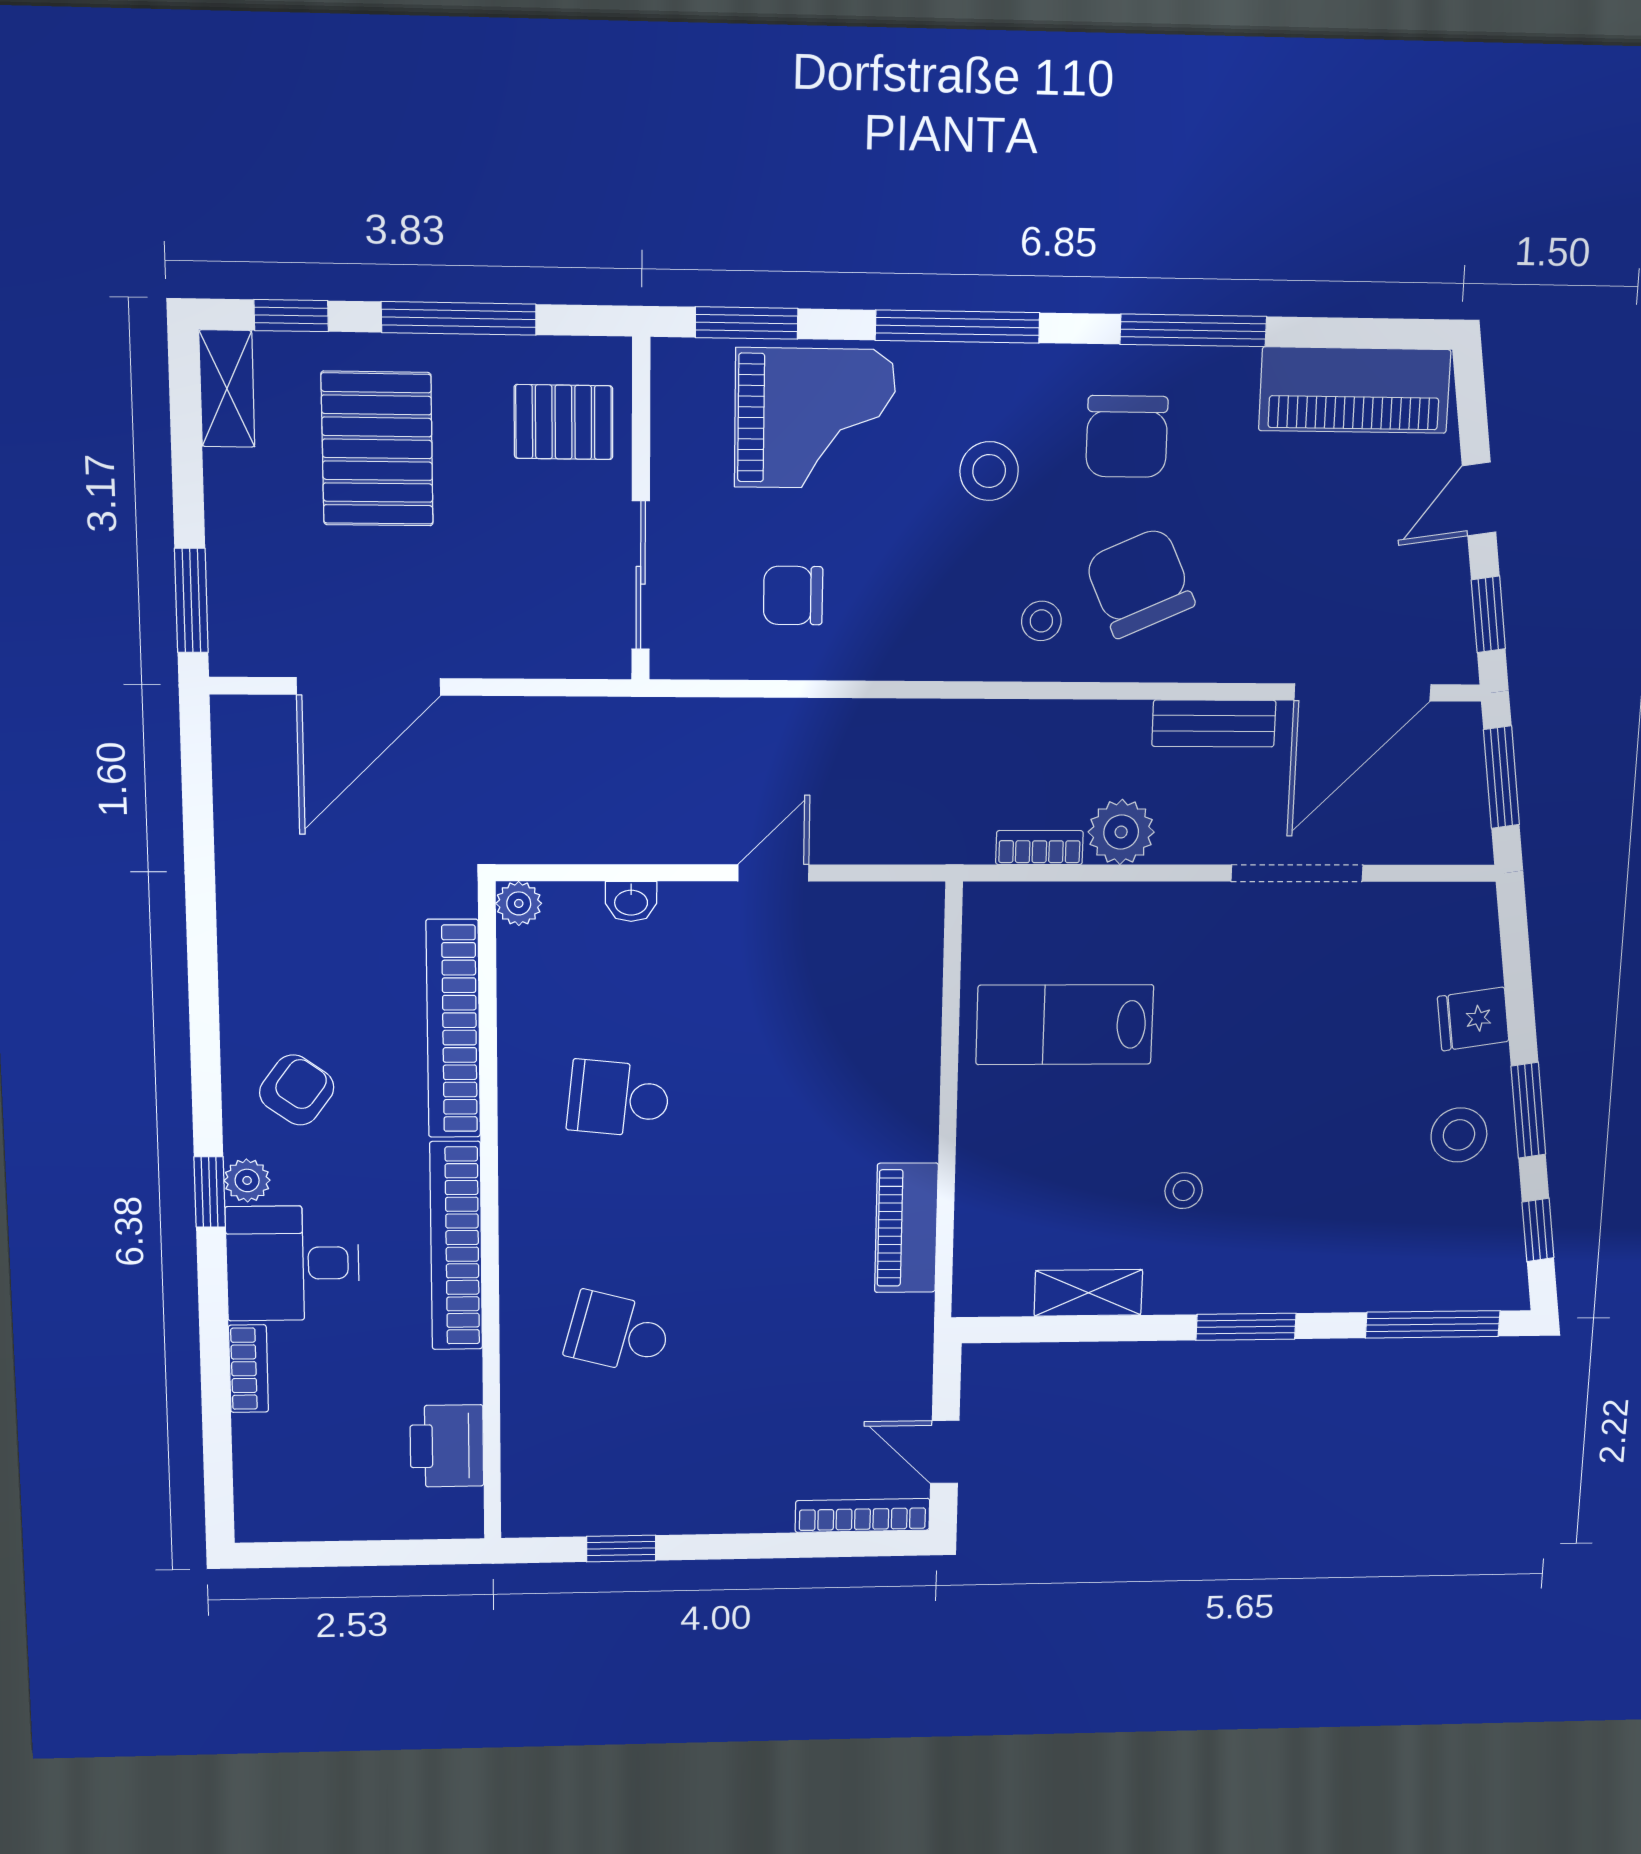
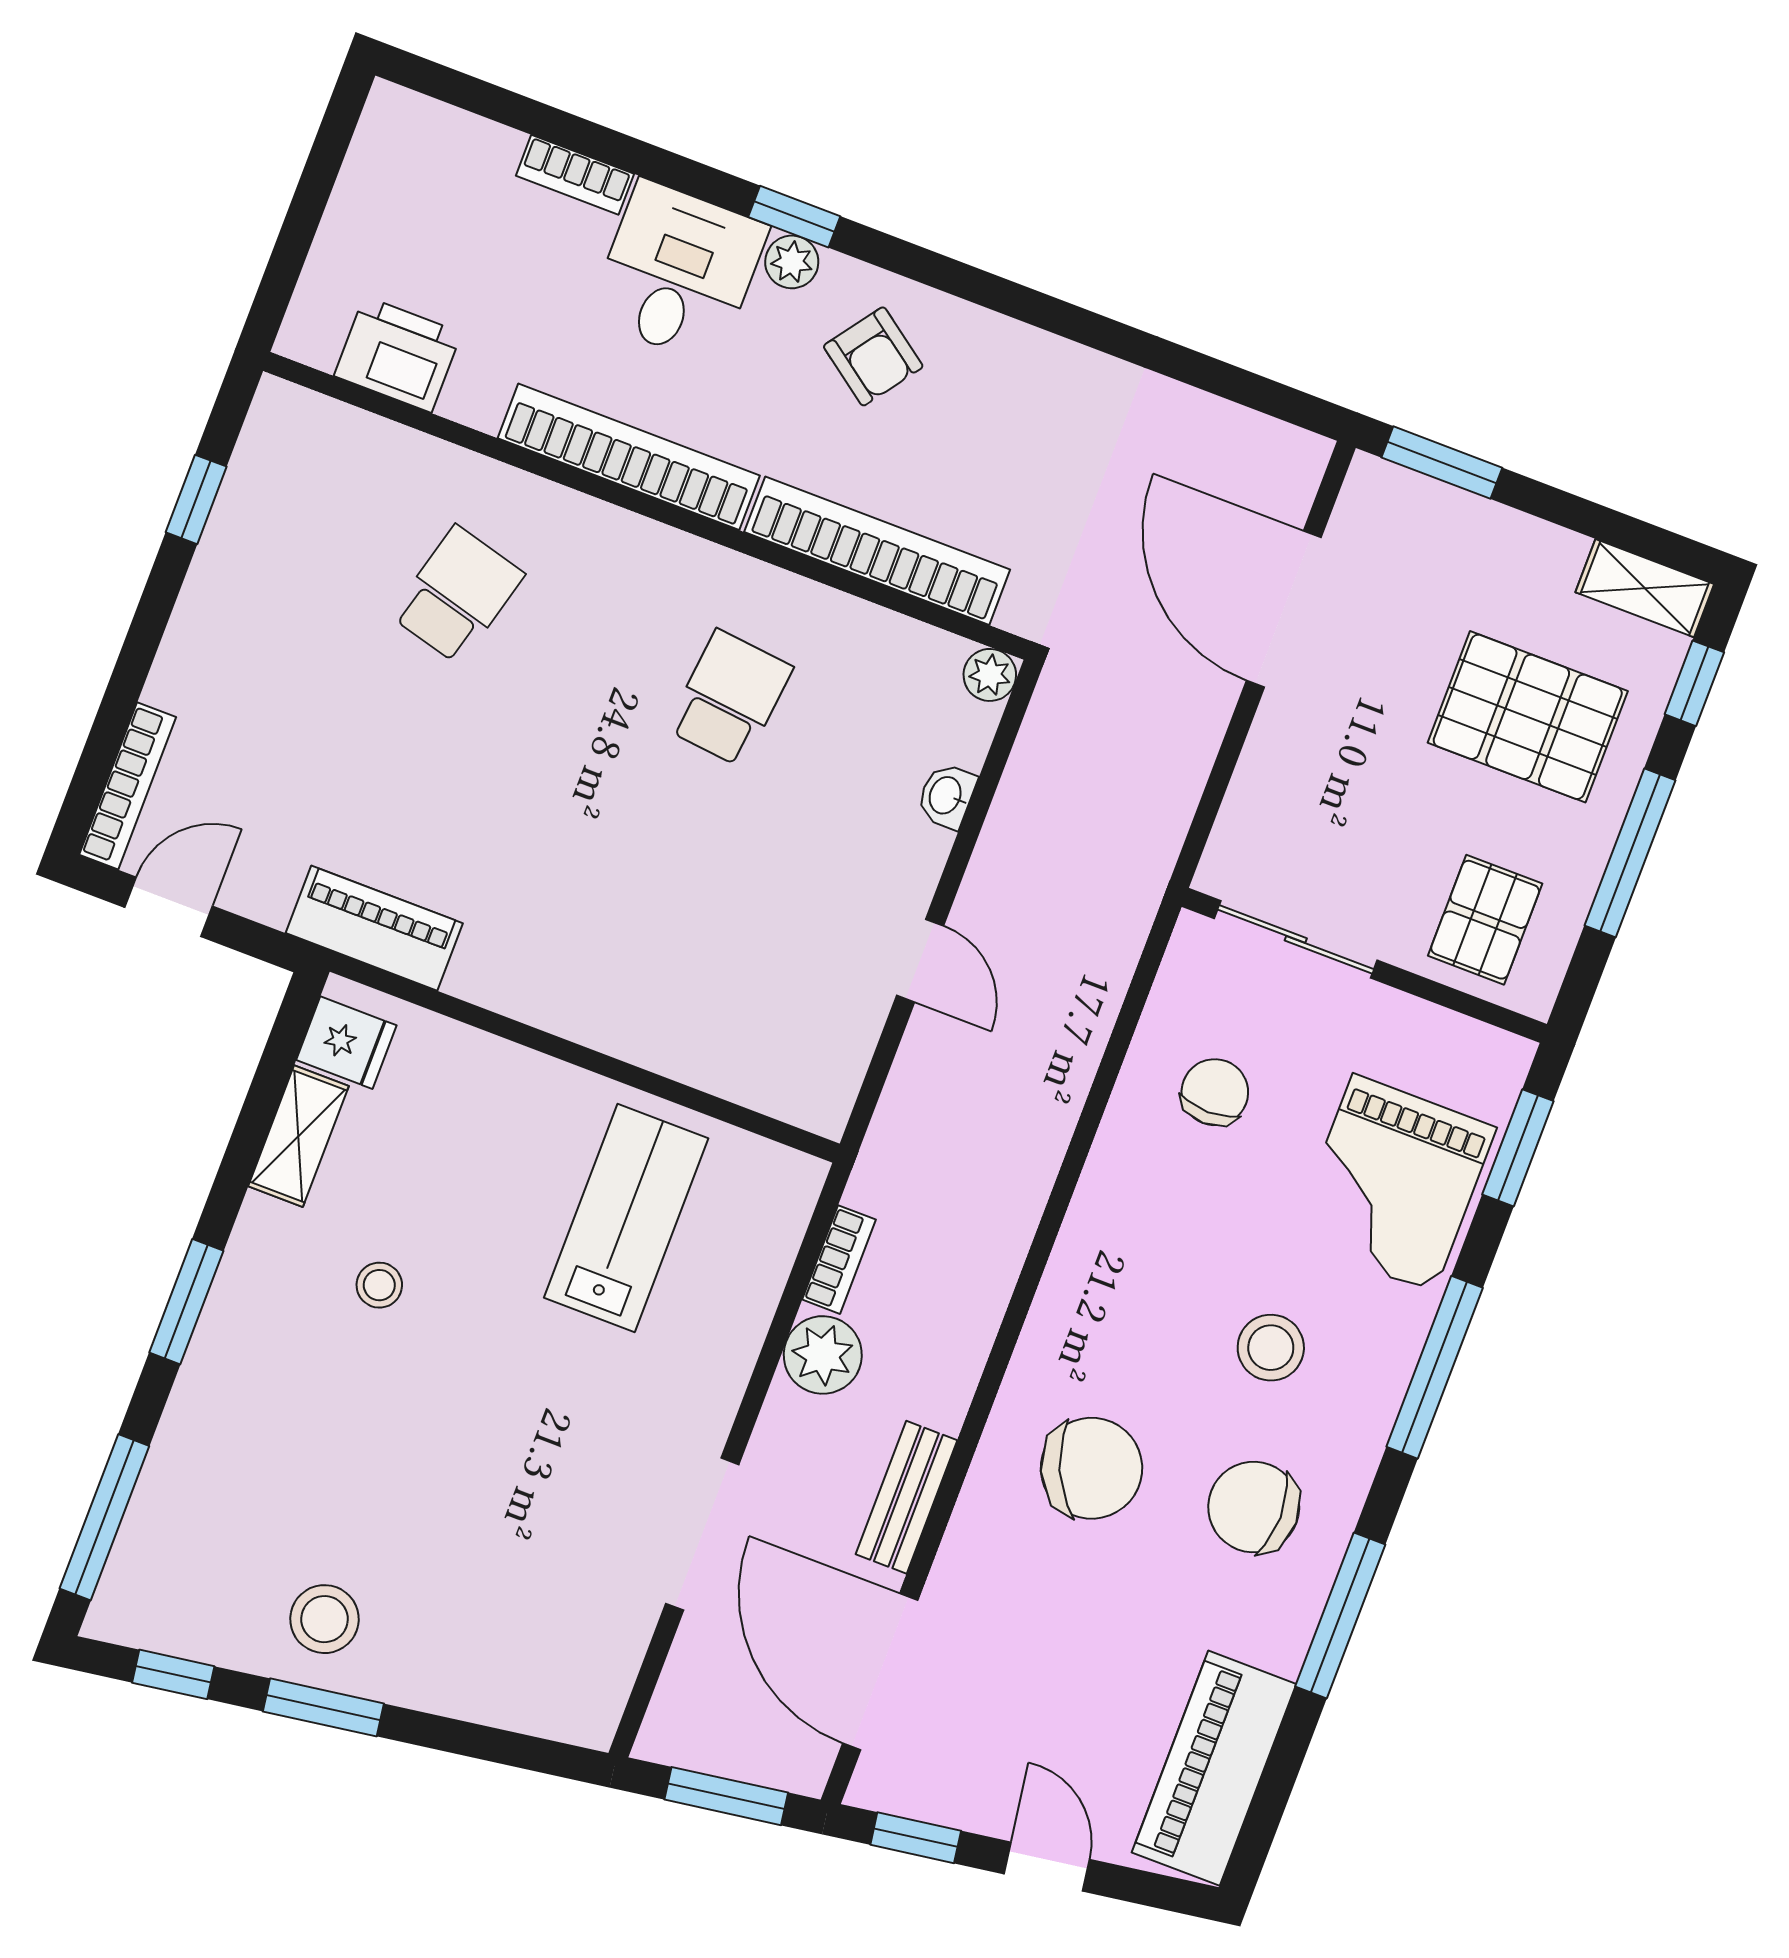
stool: (1041, 621) -> (1089, 1348), removed
fridge: (1473, 1019) -> (346, 1043), moved, turned 98
piano: (906, 1228) -> (374, 928), moved

